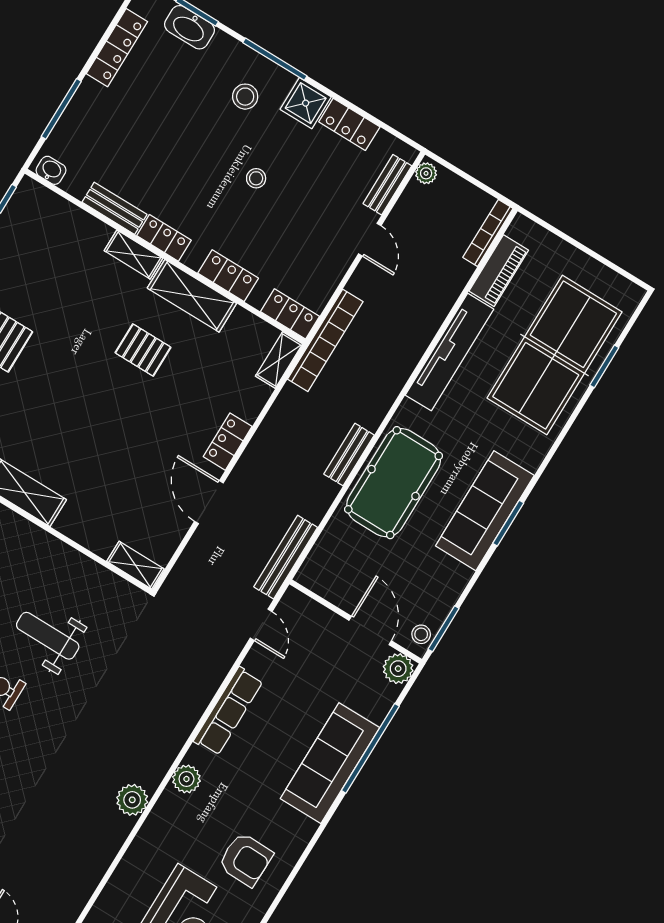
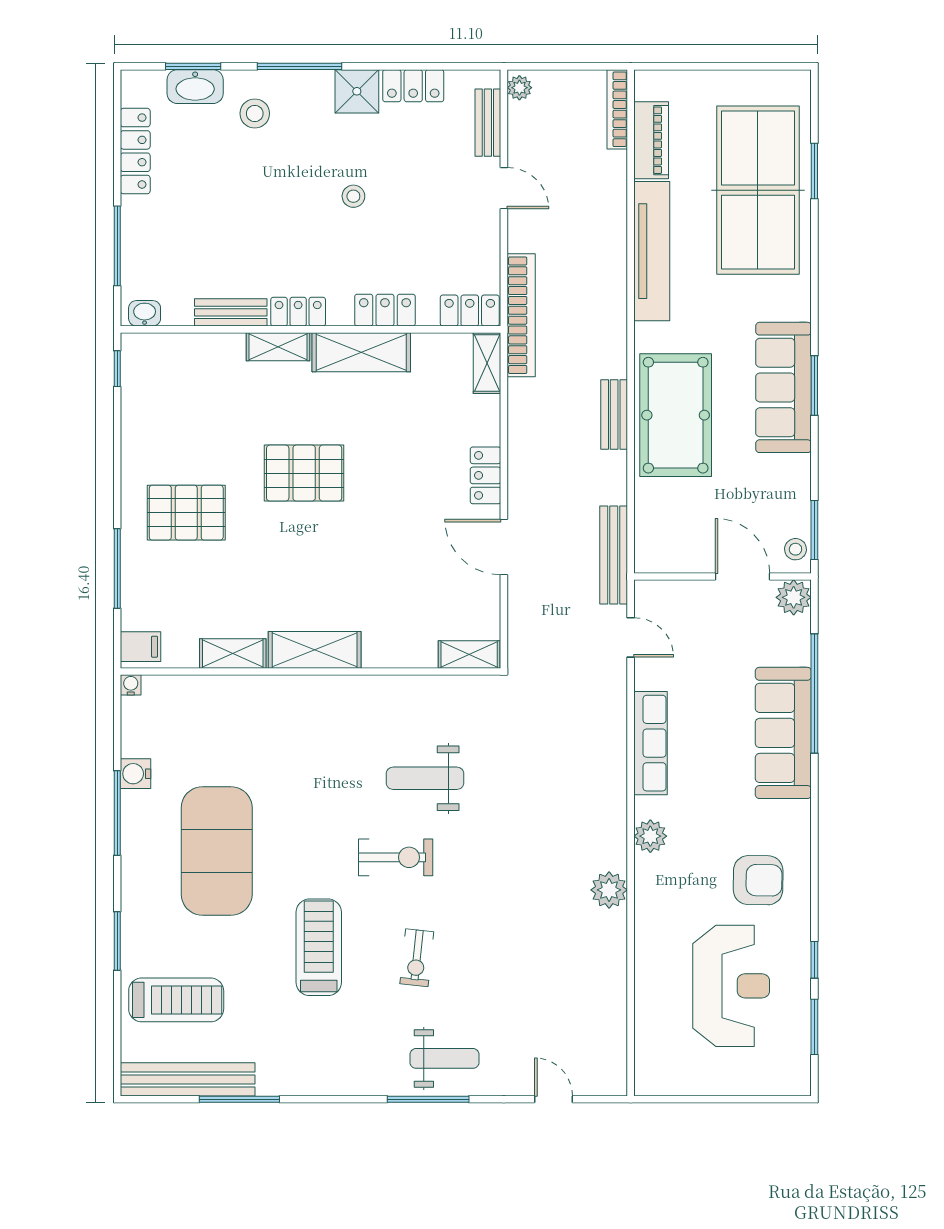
stool: (245, 97) -> (255, 113), moved
pallet: (143, 350) -> (304, 473), moved, width x1.50, depth x1.42

